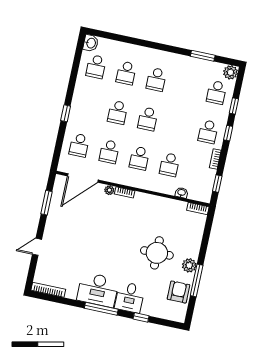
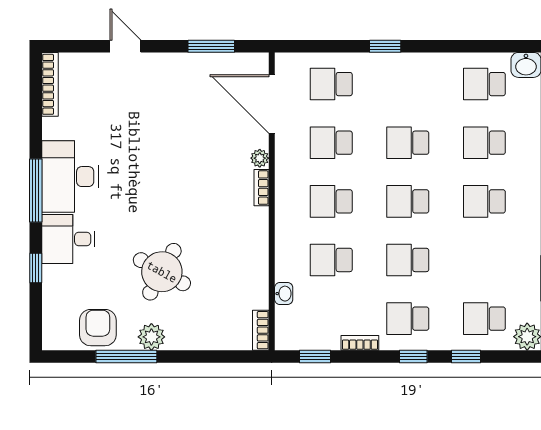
school desk: (178, 125) -> (408, 260), added
round table: (157, 253) -> (162, 272), turned 30
armchair: (179, 292) -> (98, 328), turned -90

